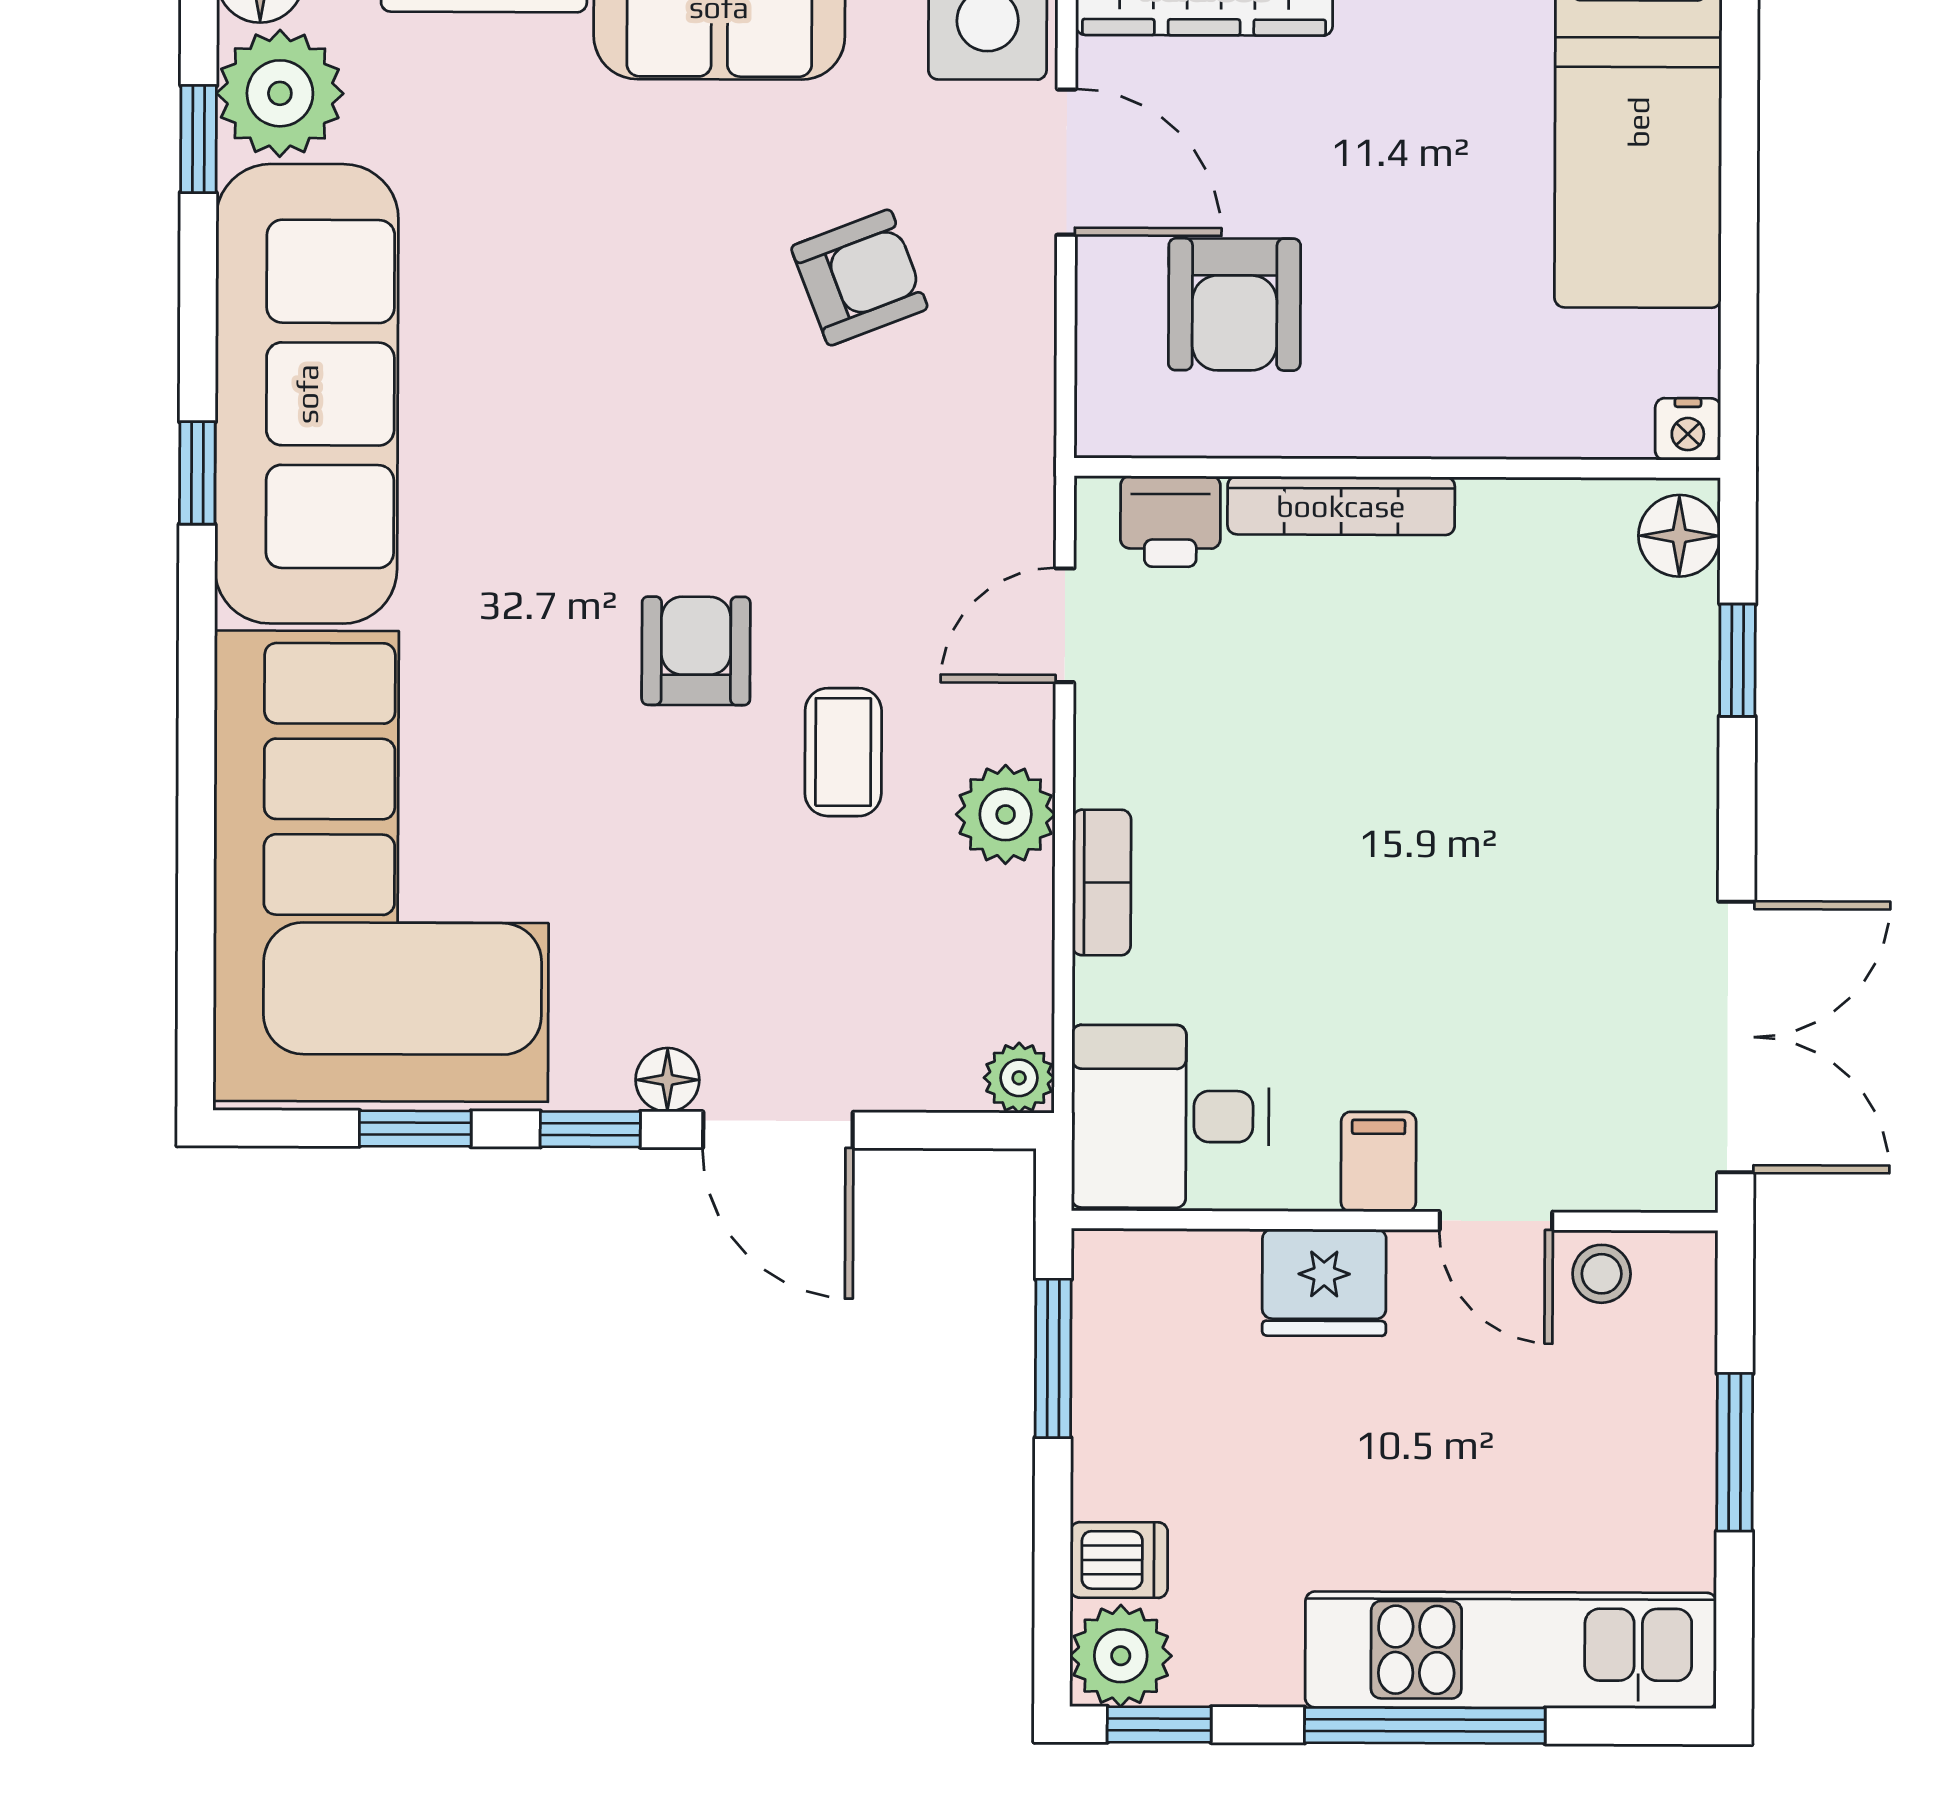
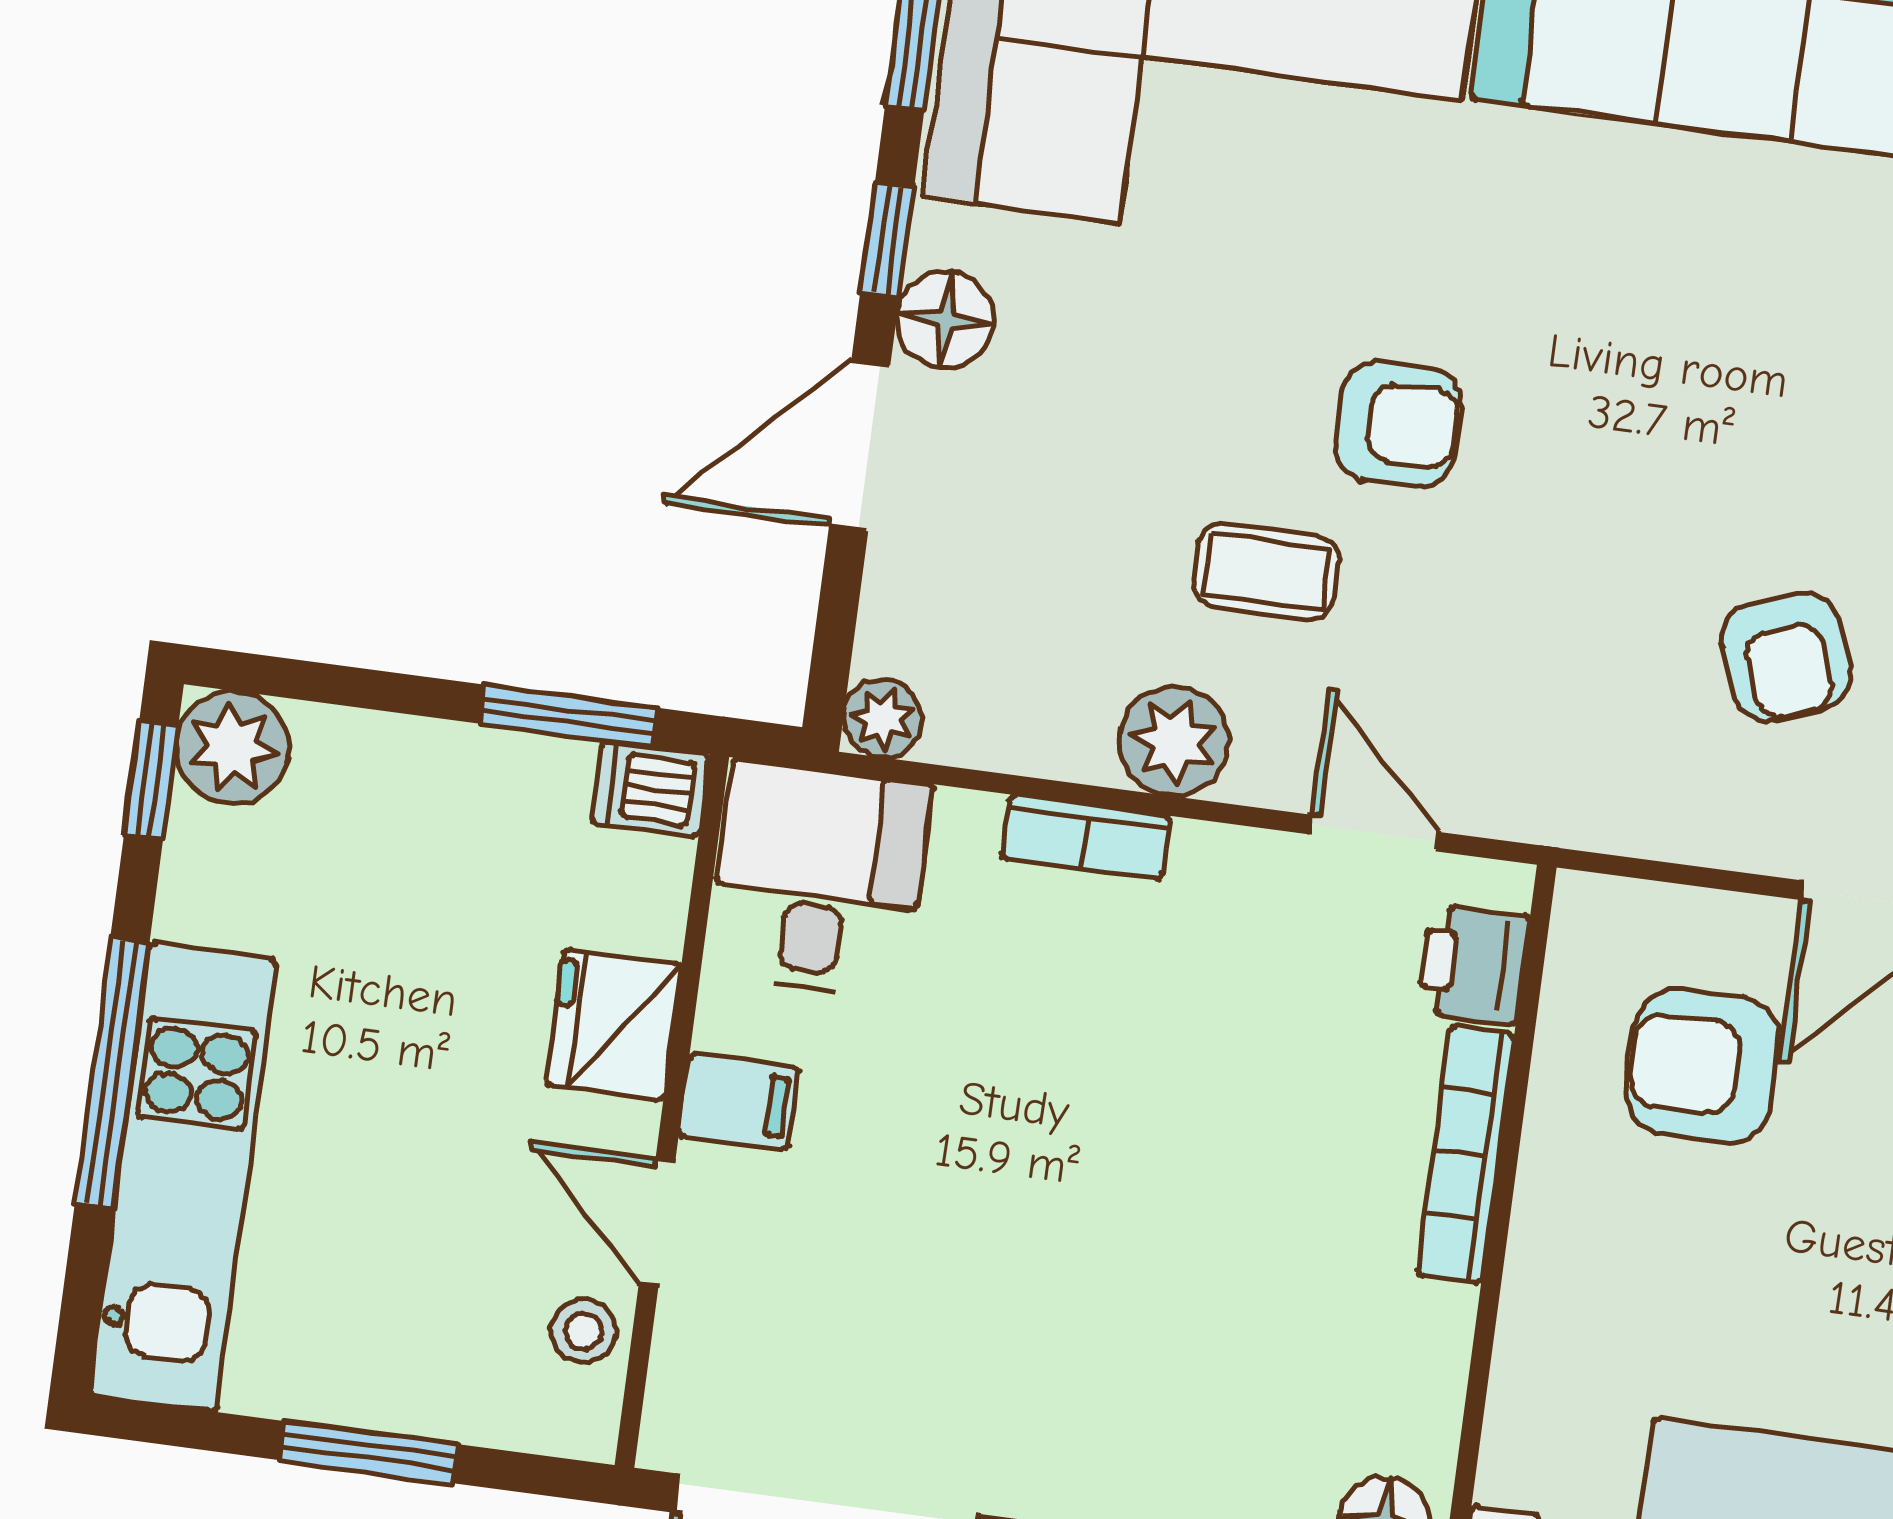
floor lamp: (667, 1080) -> (945, 320), width x1.37, depth x1.37
door: (1496, 1221) -> (657, 1223), hinge flipped
dishwasher: (1119, 1560) -> (650, 789), moved, turned 90

